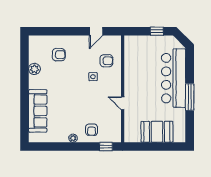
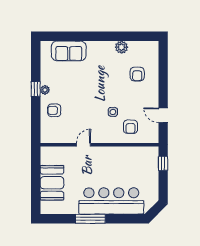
window: (157, 31) -> (163, 163), moved
sofa: (38, 111) -> (69, 51), width x0.73
window: (106, 147) -> (36, 89), moved

